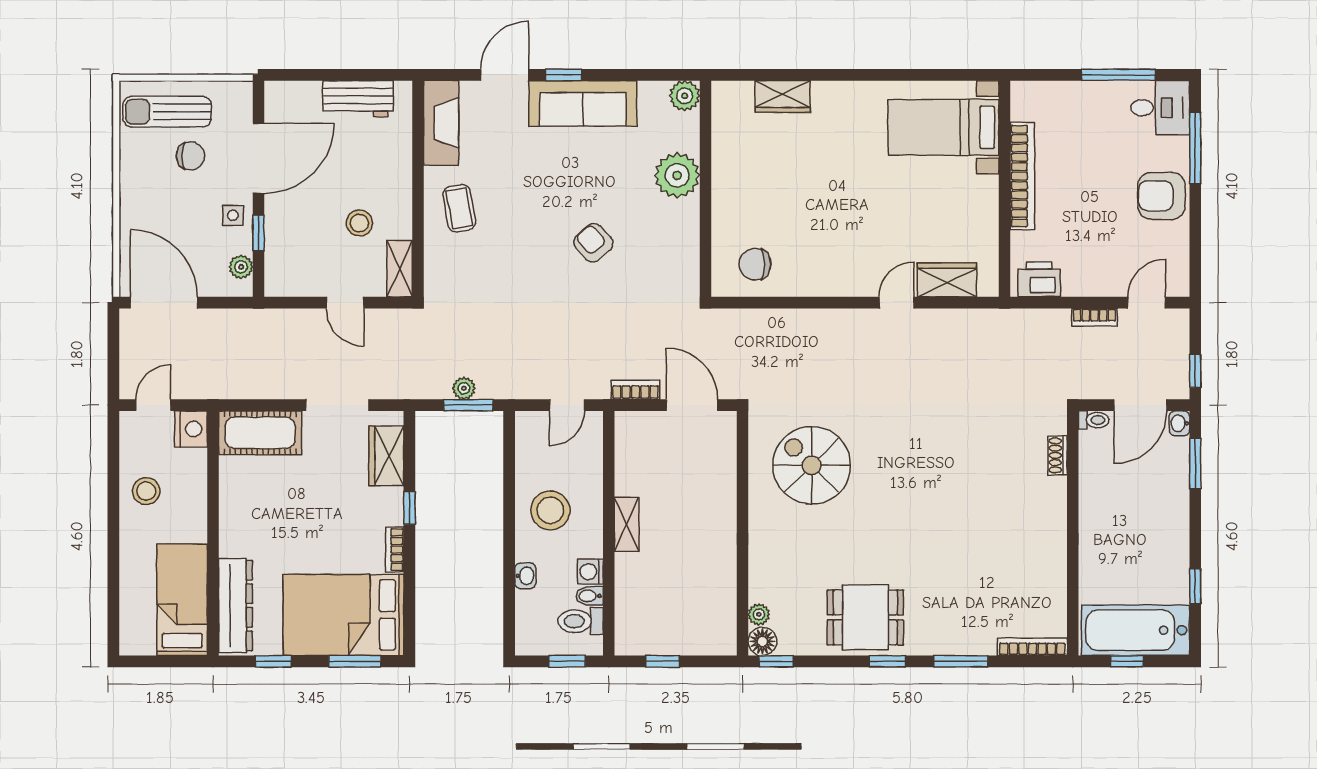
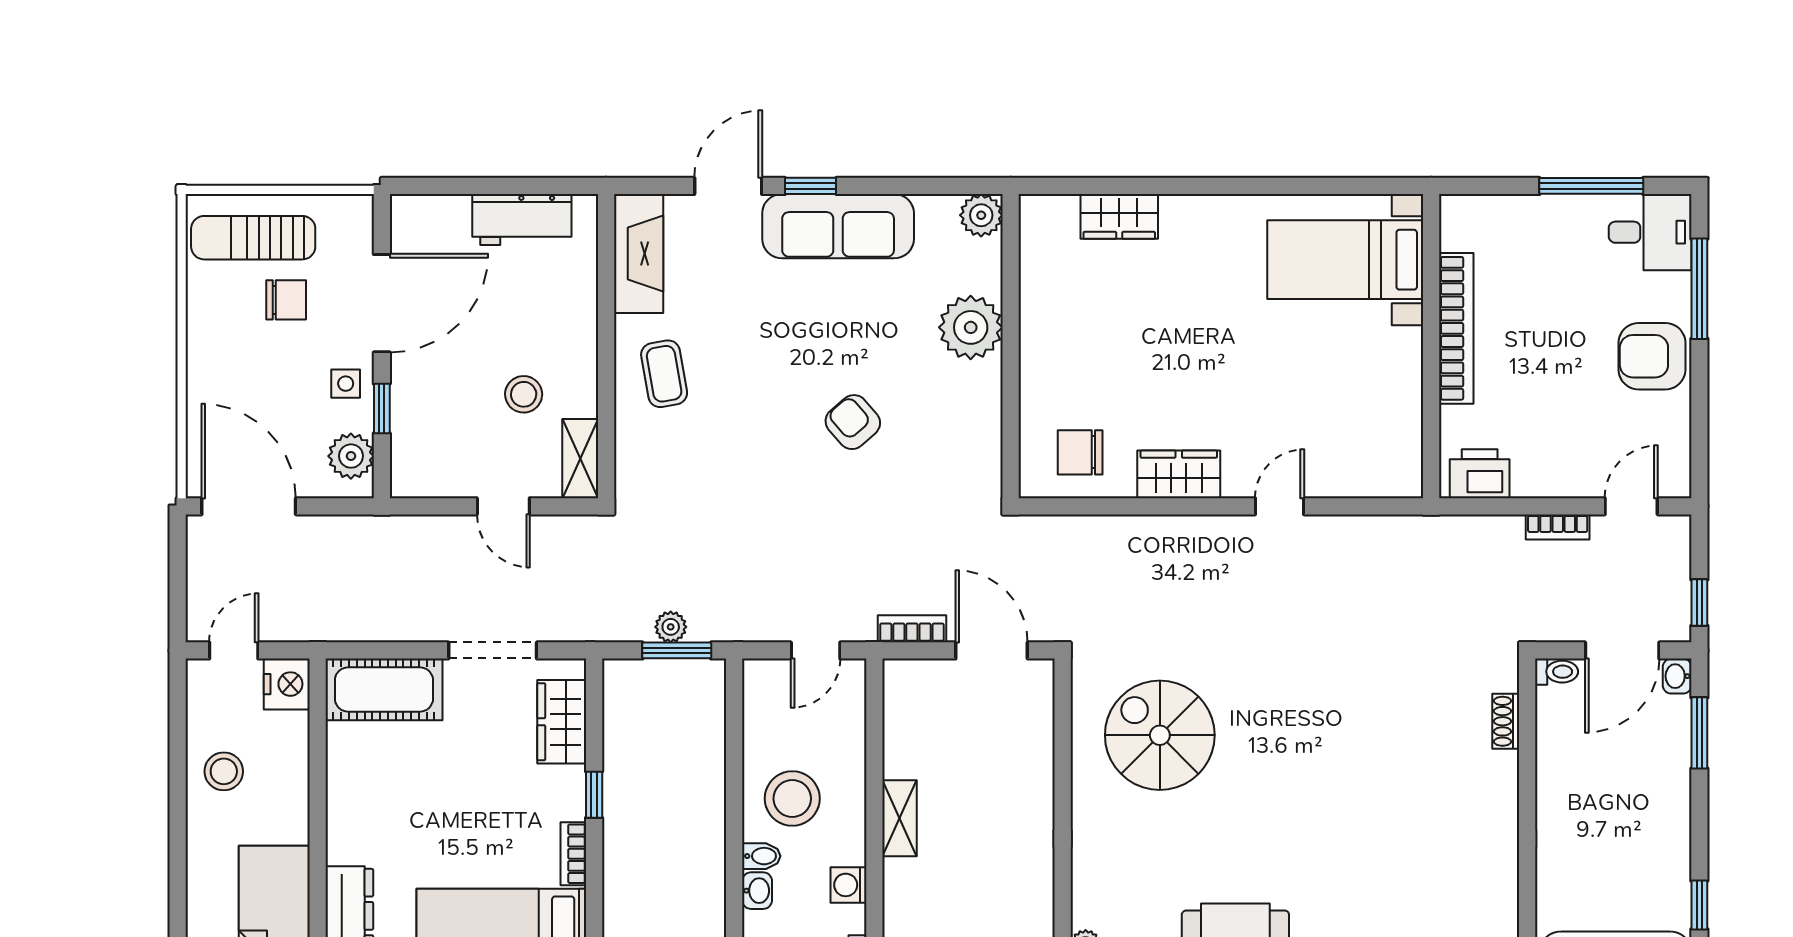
plant: (241, 267) -> (351, 456), width x1.38, depth x1.38
wardrobe: (947, 280) -> (1179, 474), moved
bidet: (589, 596) -> (761, 856), moved, turned 180

